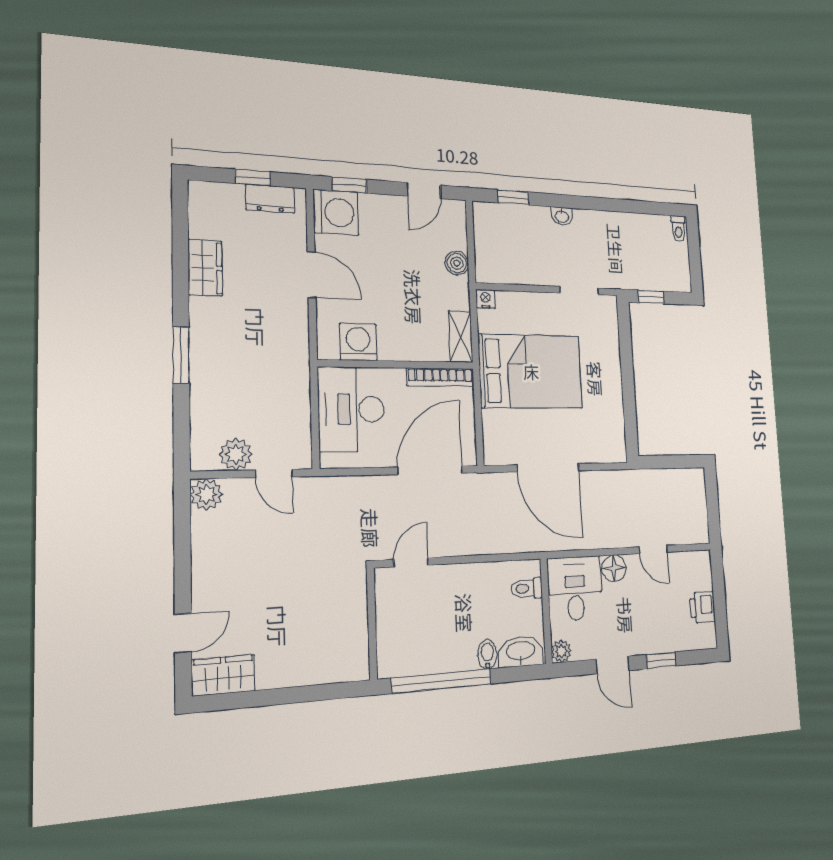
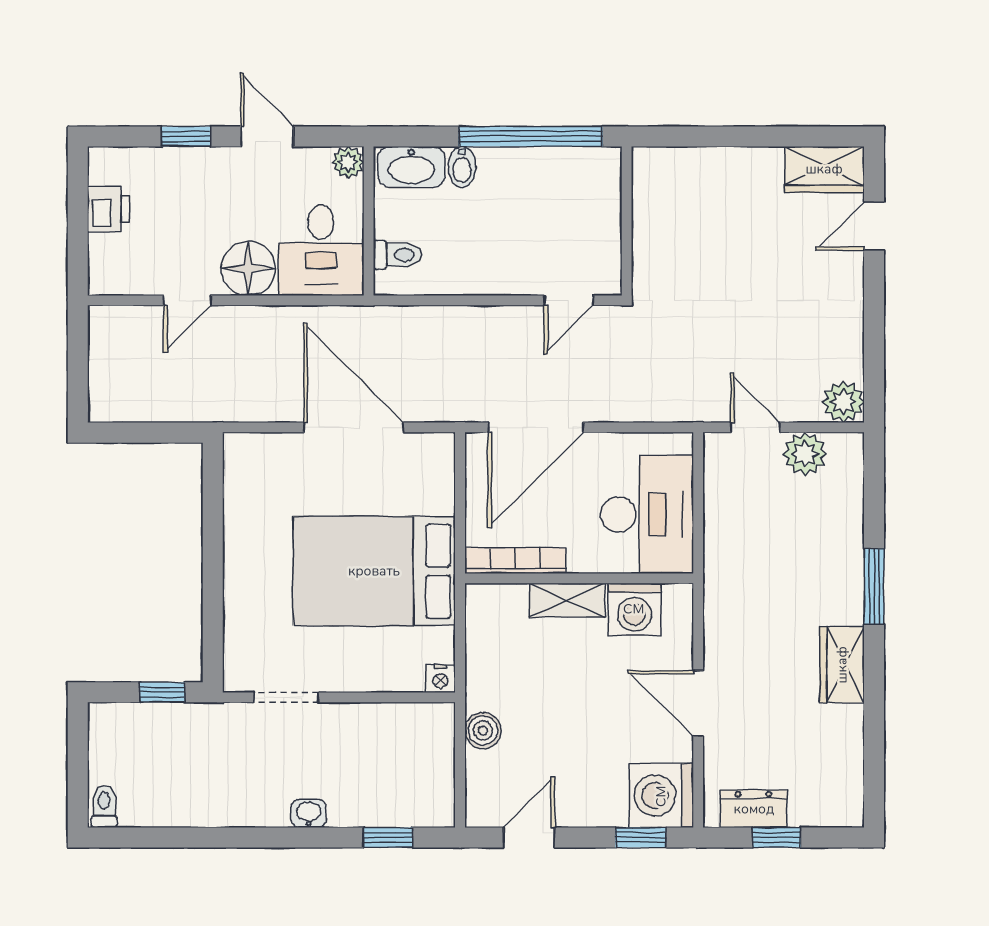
wardrobe: (205, 268) -> (842, 665), moved
shelving: (461, 337) -> (567, 600), moved, turned 90
door: (653, 550) -> (187, 300), swing flipped
floor lamp: (614, 568) -> (248, 268), width x1.38, depth x1.38

